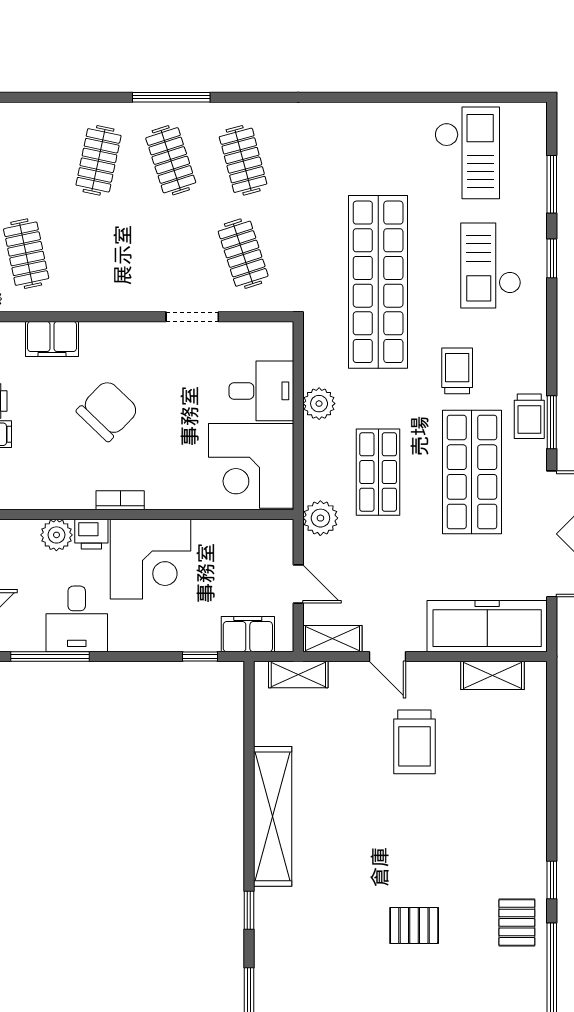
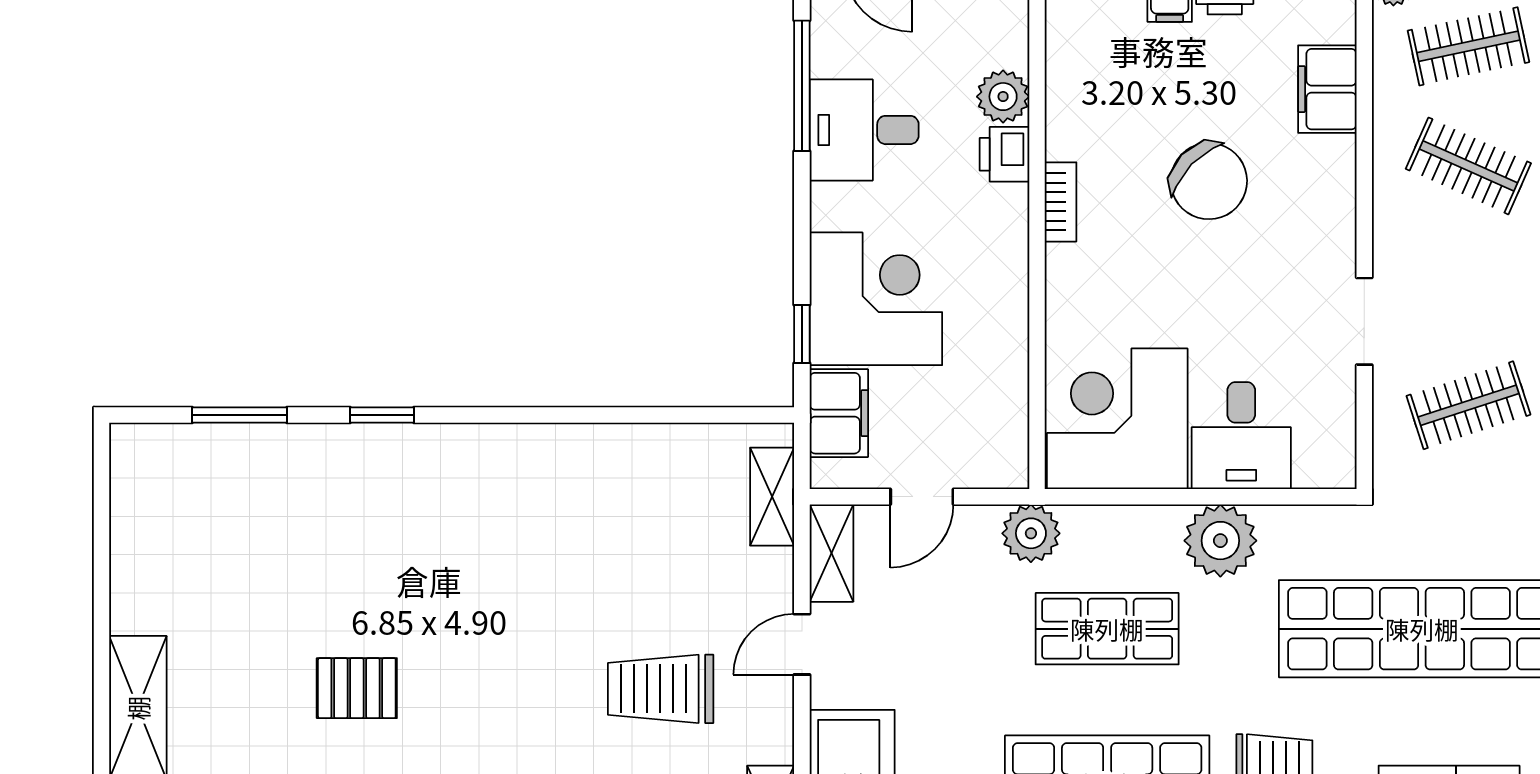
clothes rail: (98, 254) -> (1468, 166), added
plant: (319, 404) -> (1220, 541), width x1.36, depth x1.36
corner desk: (150, 559) -> (876, 299), moved, turned 180
shelving: (273, 816) -> (537, 454), removed
pallet: (414, 925) -> (357, 688), turned 90

